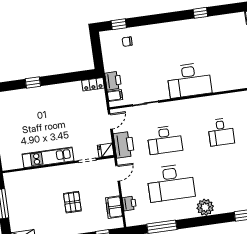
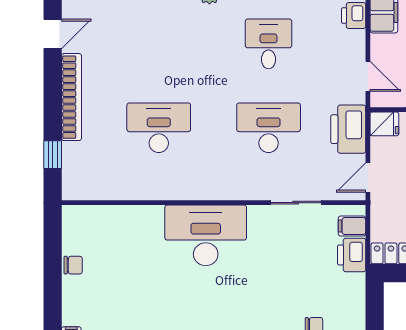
desk: (221, 132) -> (159, 128), width x1.37
door: (118, 173) -> (368, 76), swing flipped
desk: (171, 183) -> (269, 44), width x0.53, depth x0.77

